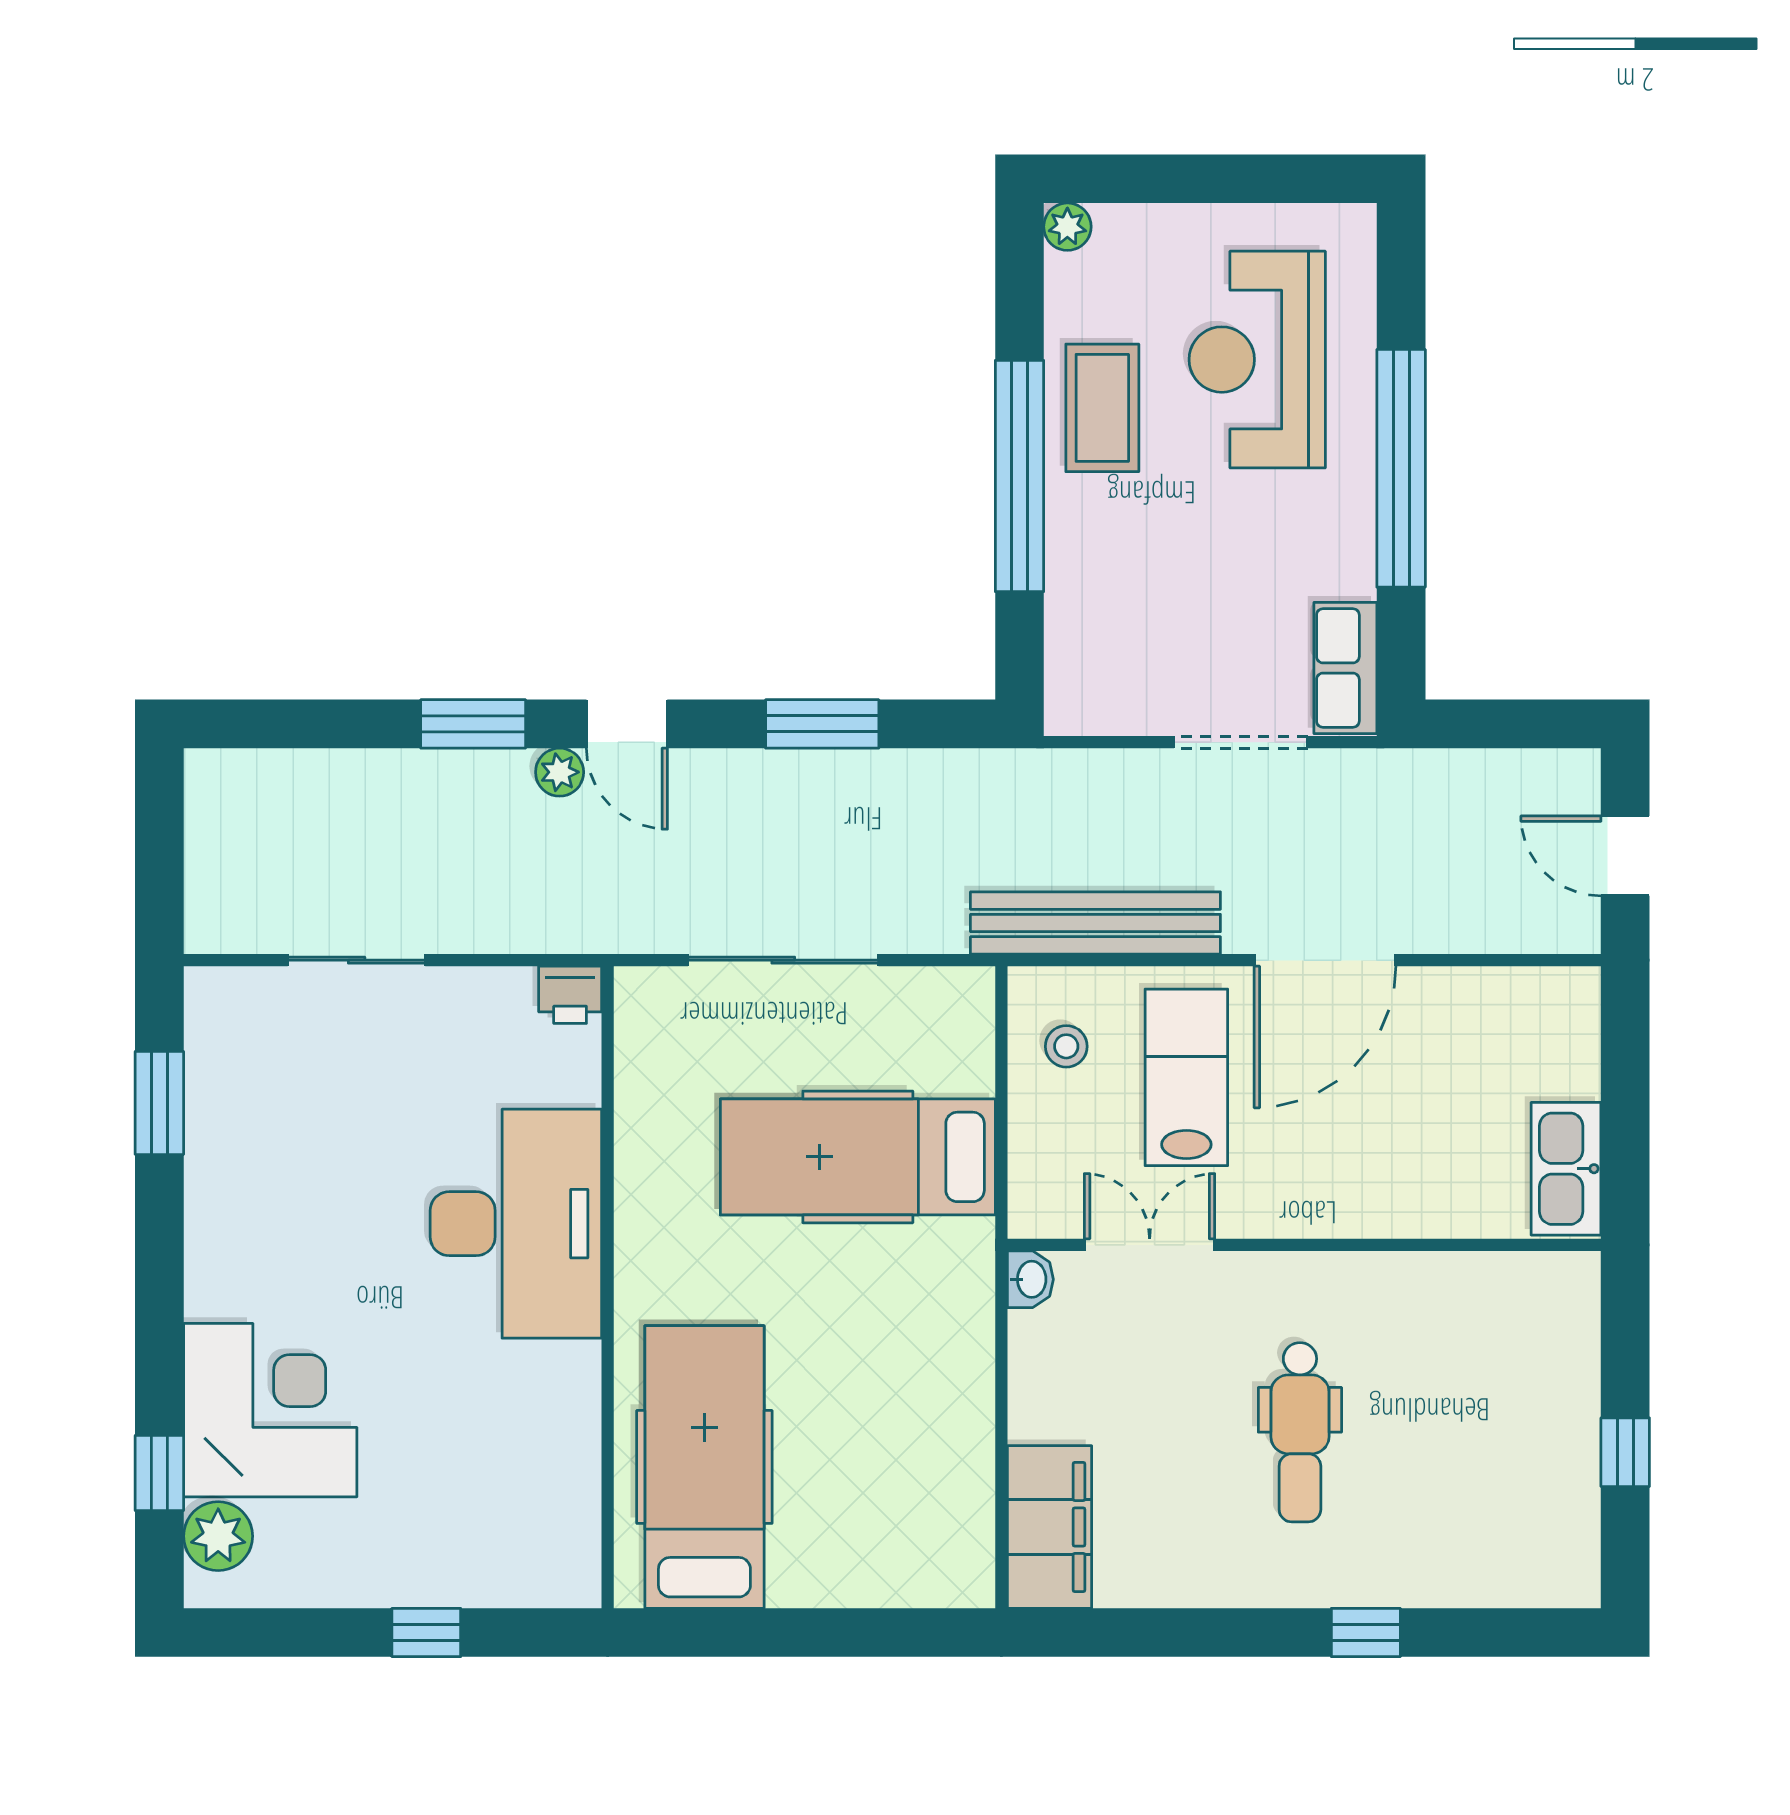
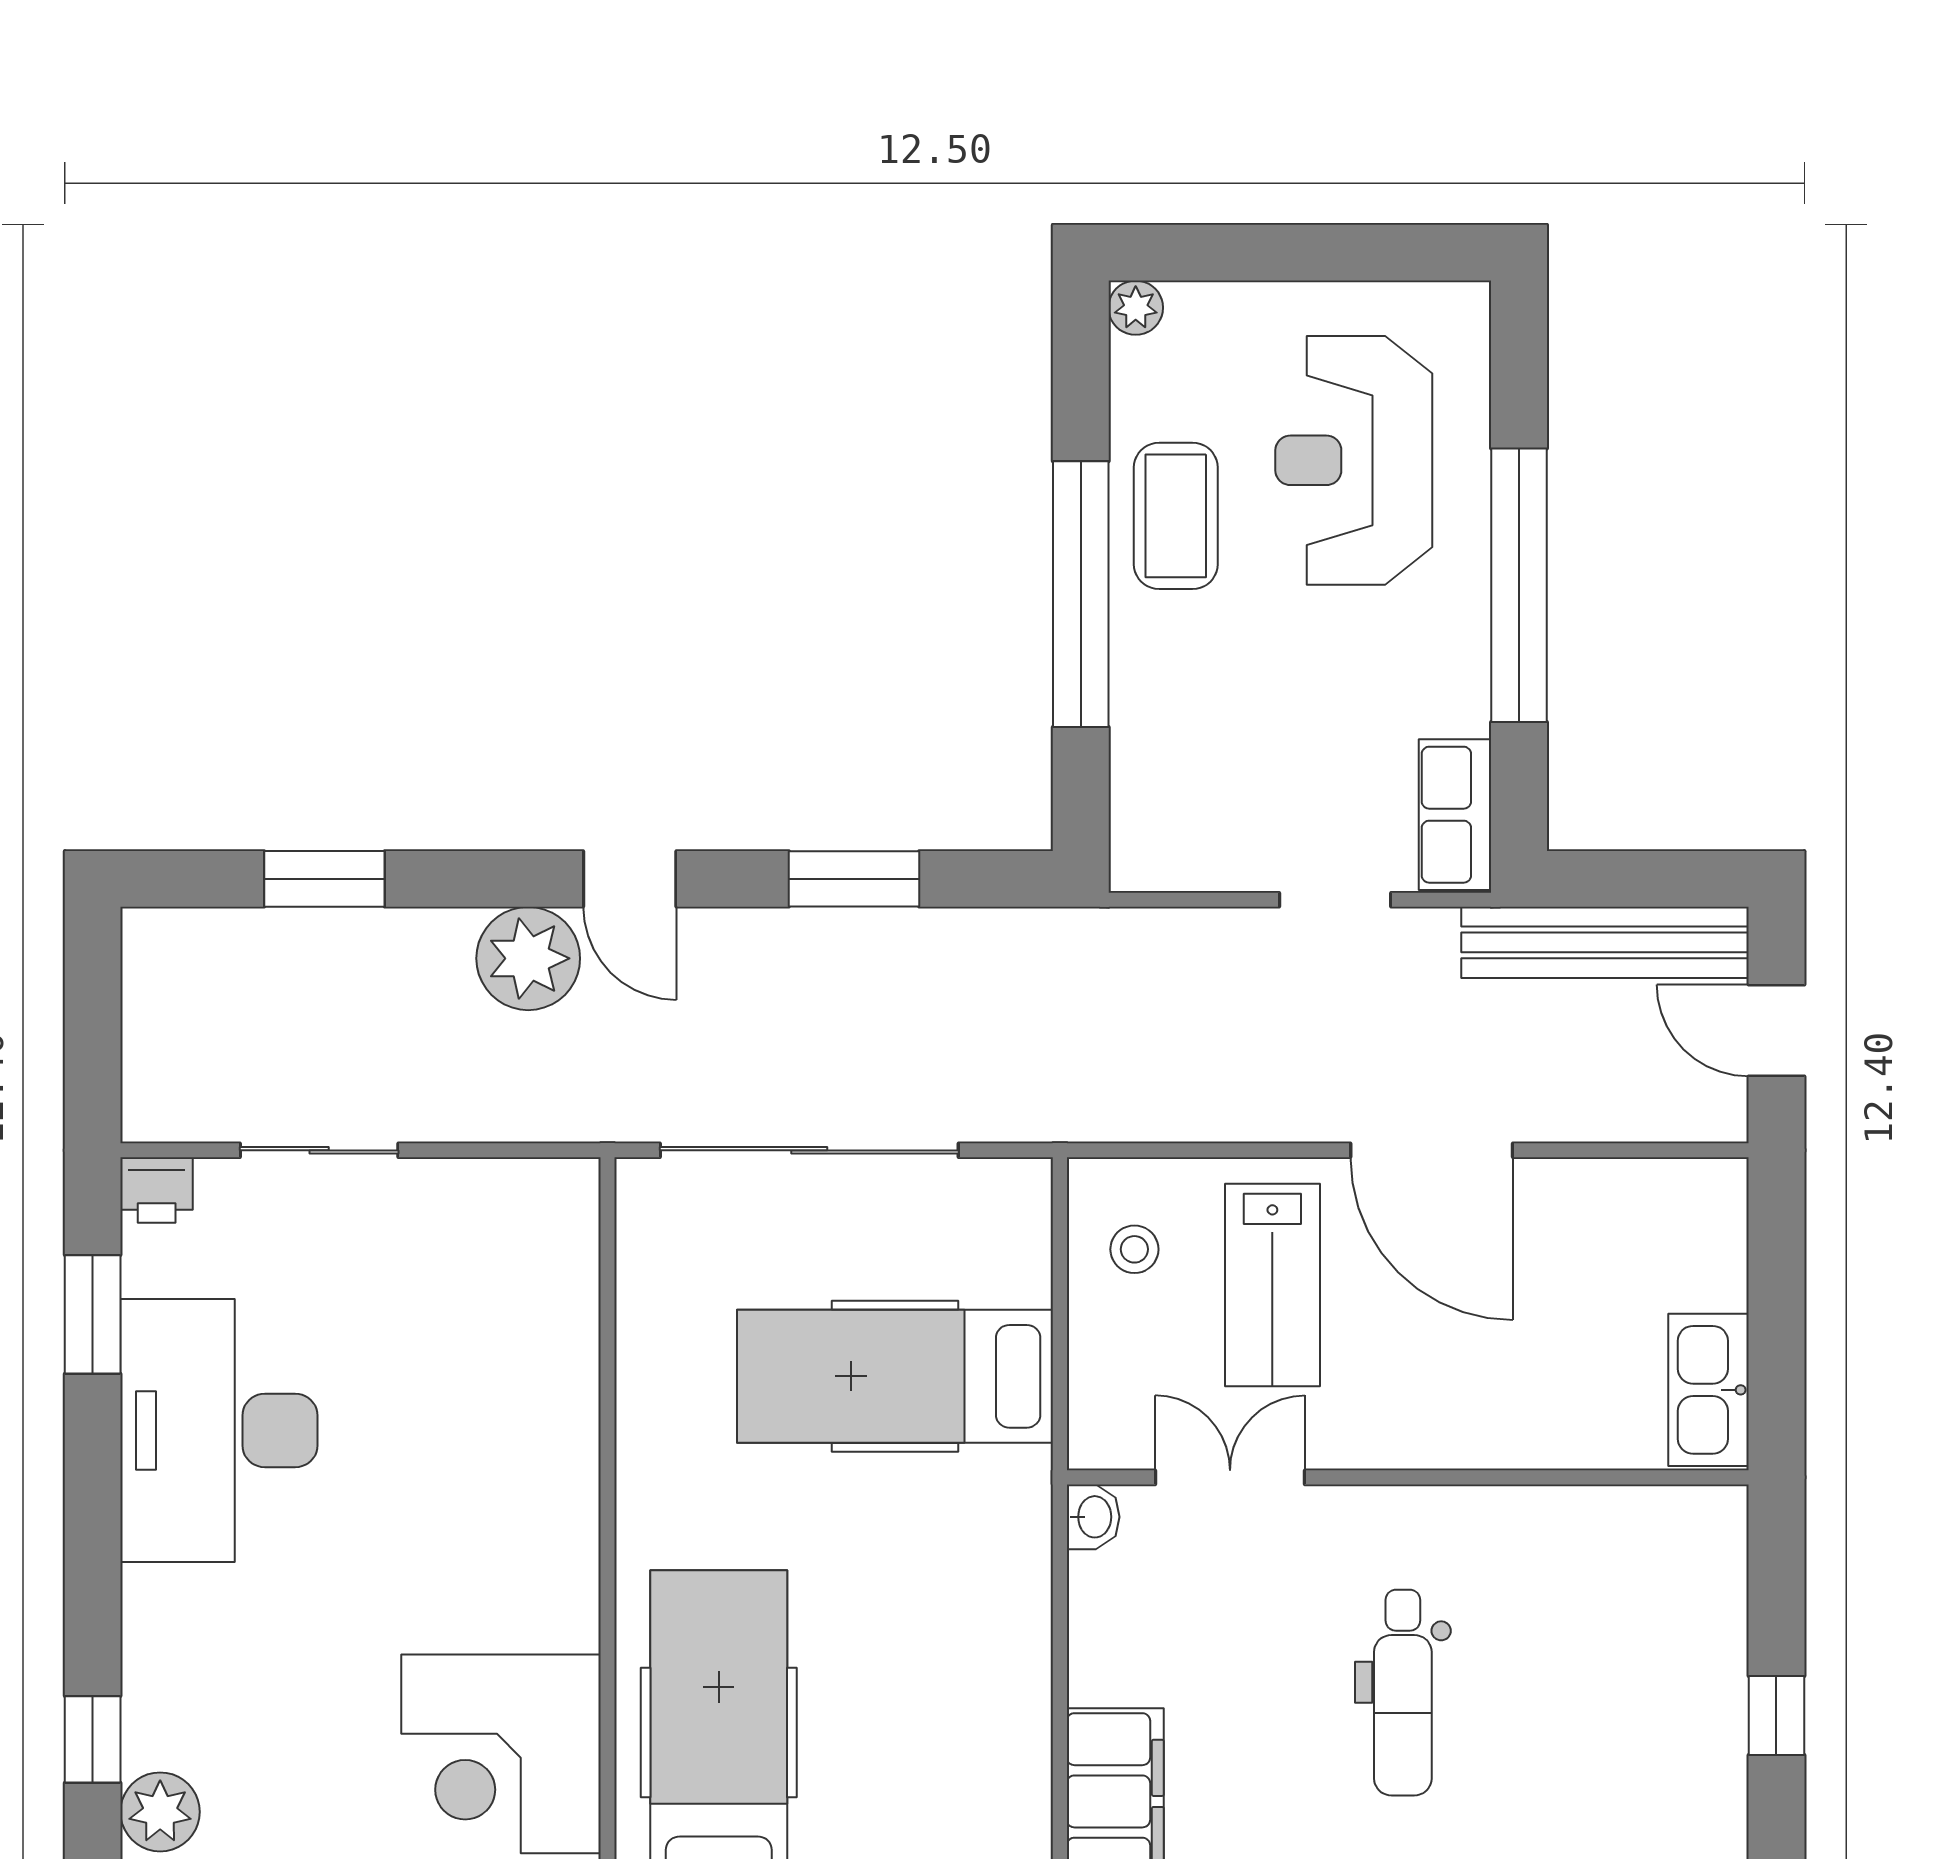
window: (473, 724) -> (324, 879), moved
doorway: (1241, 742) -> (1335, 900), width x0.73
plant: (560, 772) -> (528, 958), width x1.88, depth x1.88
bench: (1095, 923) -> (1605, 942), moved
sliding door: (783, 960) -> (809, 1150), width x1.36
door: (1325, 960) -> (1432, 1150), hinge flipped
printer: (570, 995) -> (157, 1190), moved
lab bench: (1186, 1077) -> (1272, 1285), turned 180
desk: (516, 1224) -> (219, 1430), moved, turned 180
corner desk: (270, 1410) -> (501, 1754), moved, turned 180

